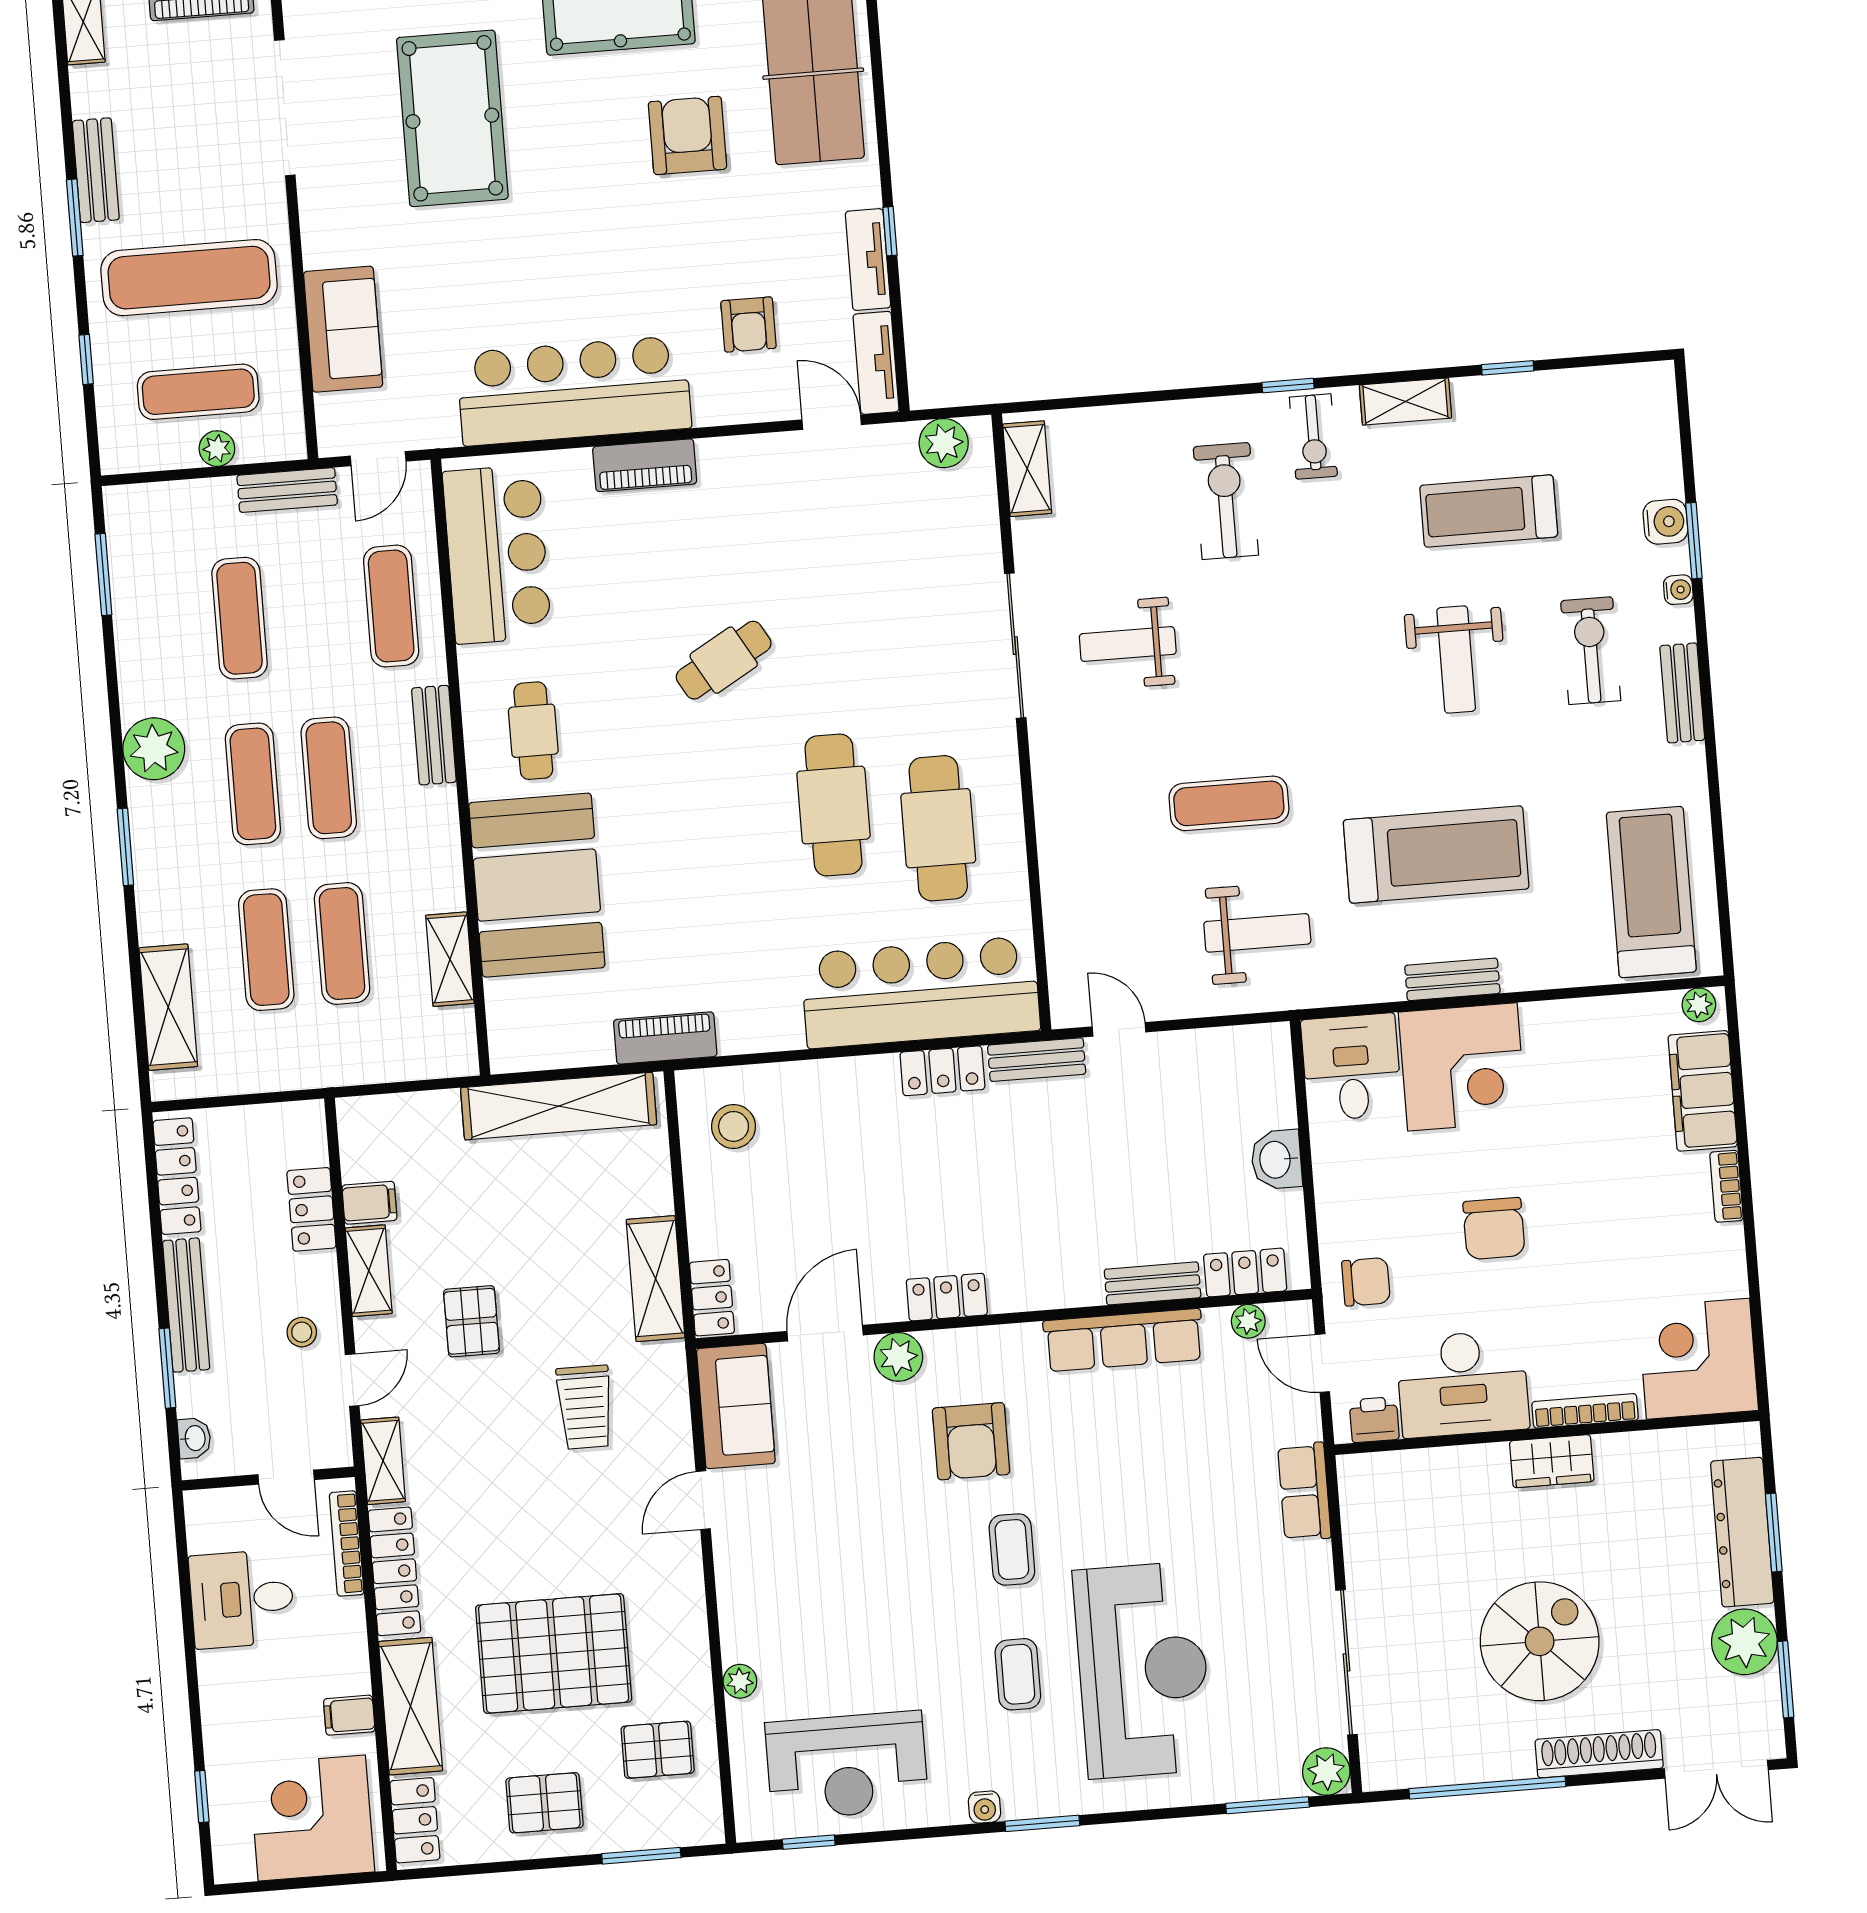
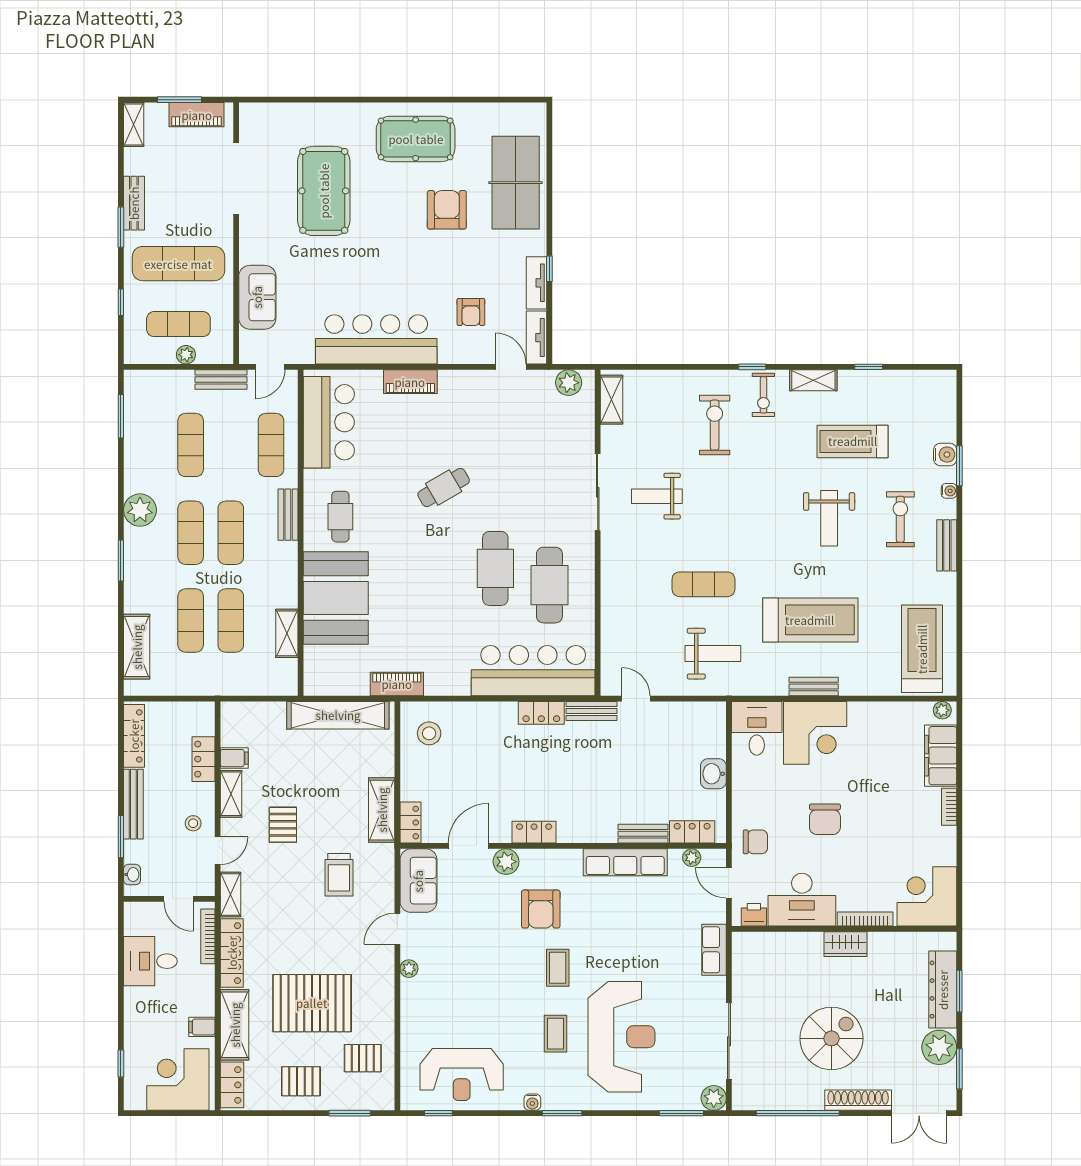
plant: (740, 1681) -> (409, 969), moved

